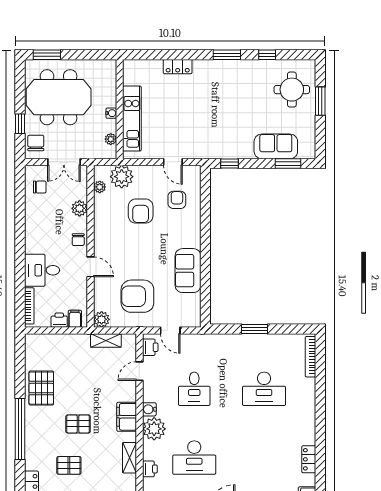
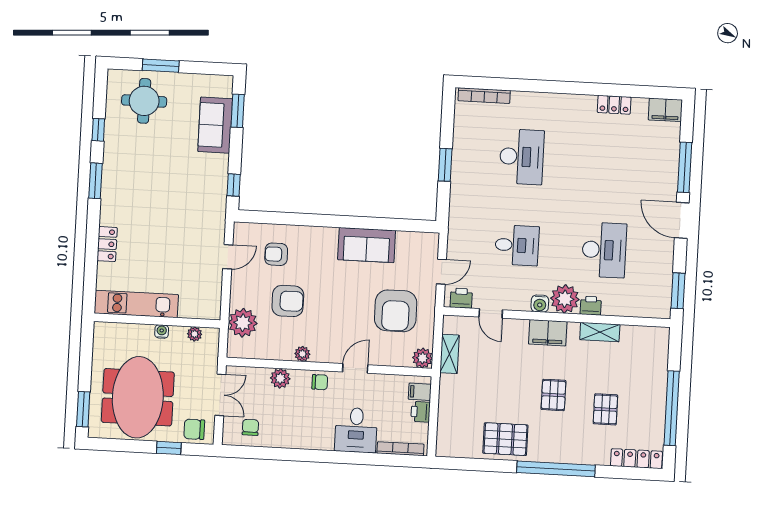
kitchen unit: (132, 119) -> (136, 304), moved
plant: (100, 187) -> (302, 354), moved
printer: (150, 469) -> (591, 306), moved

